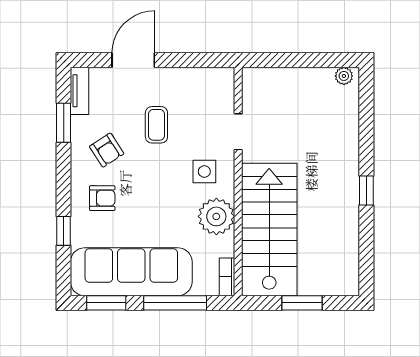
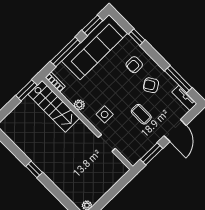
window: (194, 60) -> (151, 154), added
window: (64, 123) -> (178, 79), width x1.44
plant: (216, 216) -> (79, 105), width x0.53, depth x0.53
stairs: (269, 230) -> (54, 106), width x0.73, depth x0.66
window: (302, 303) -> (26, 90), moved

